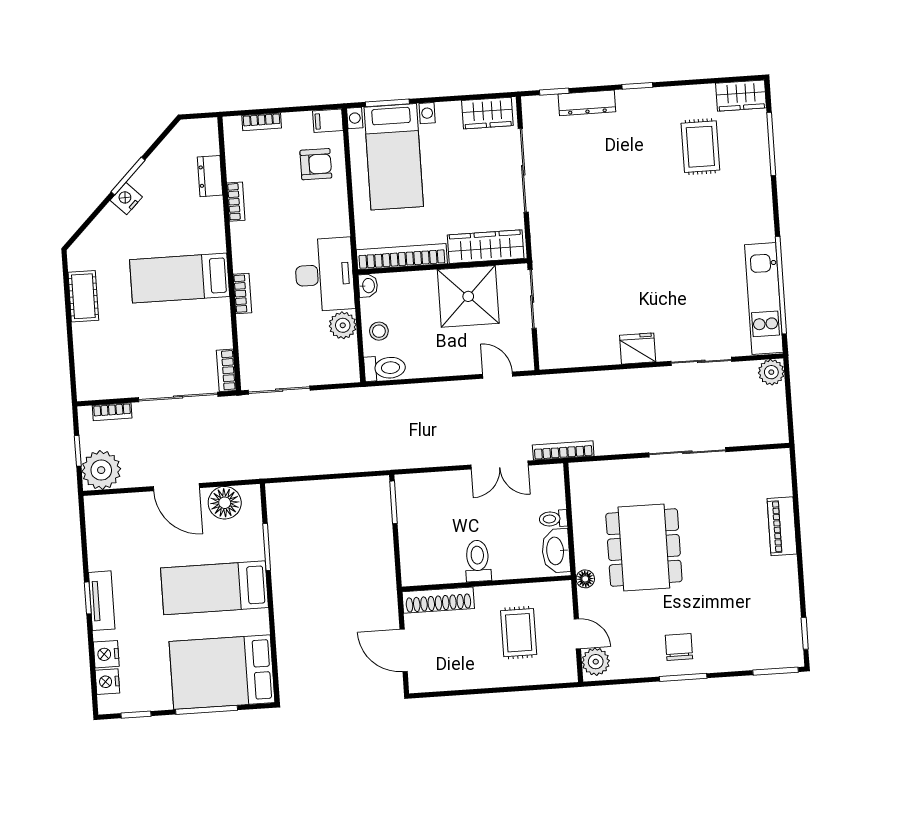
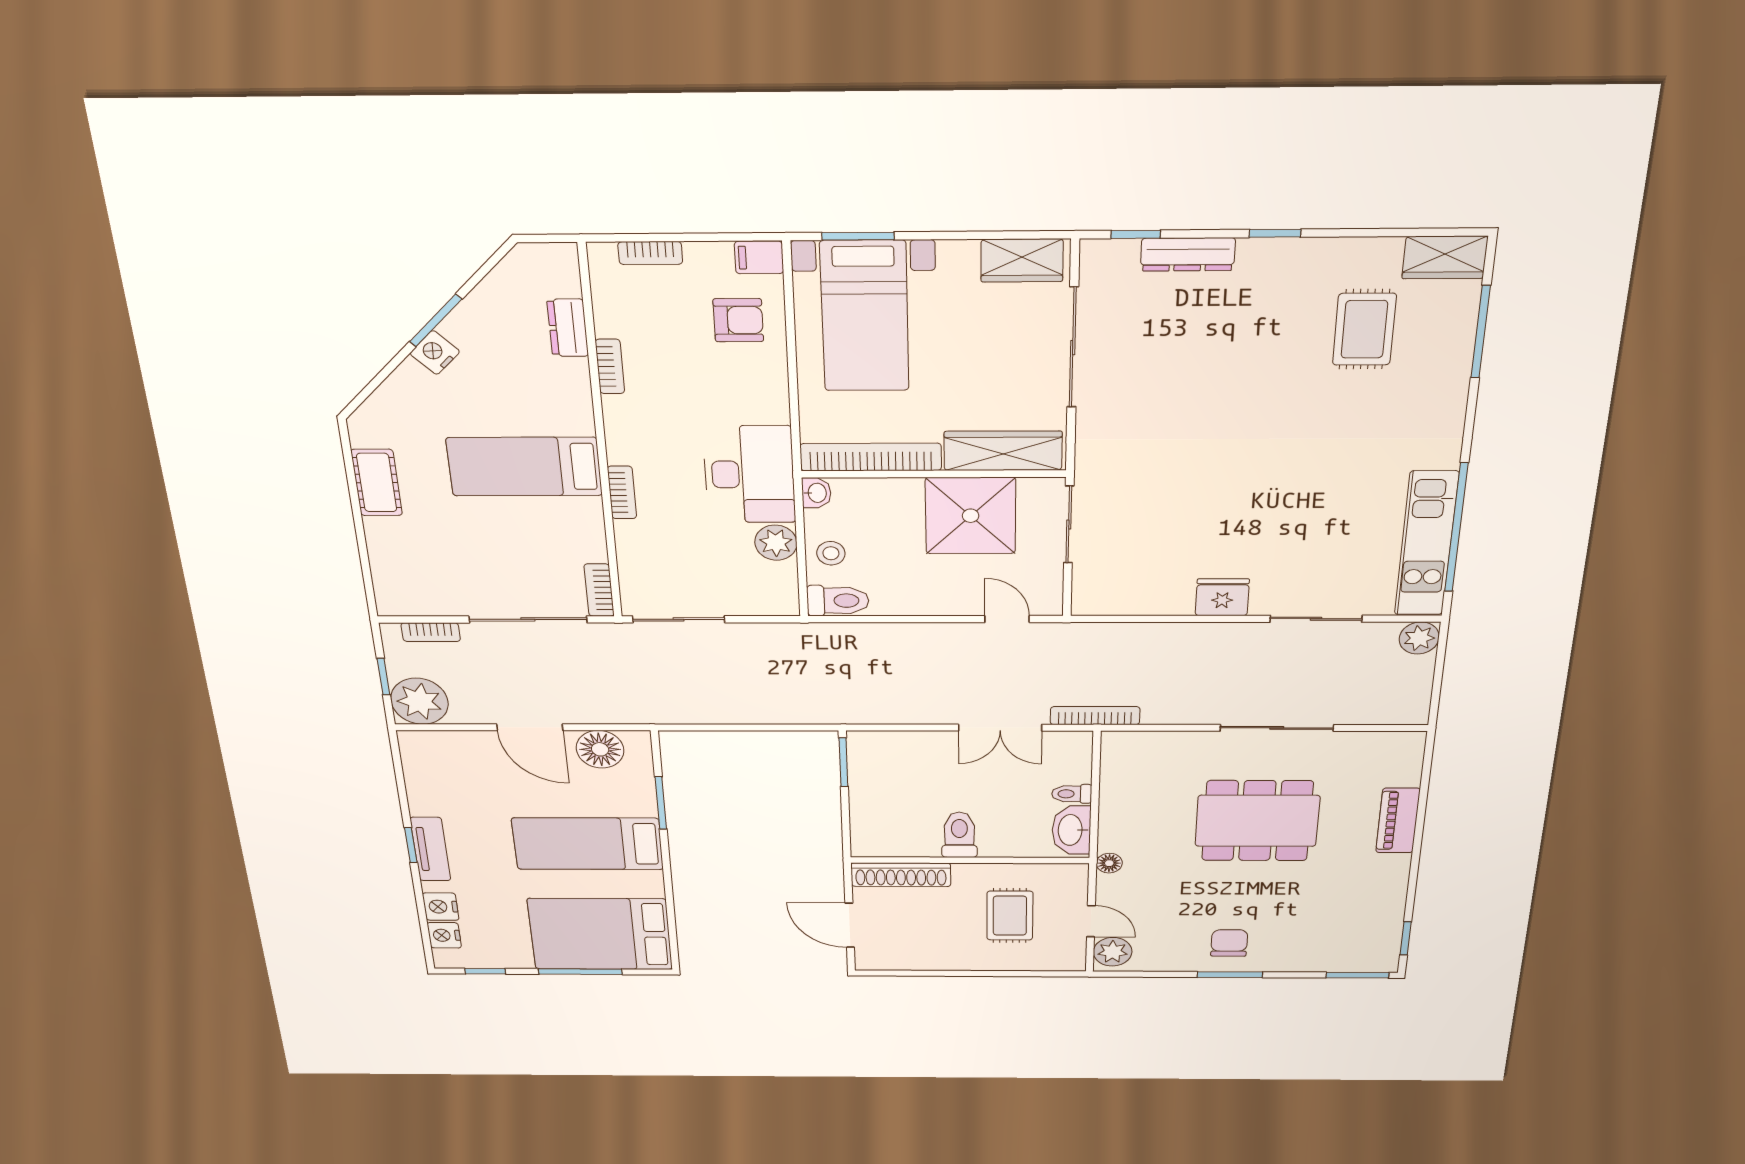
dining table: (644, 547) -> (1257, 821), moved, turned 90

